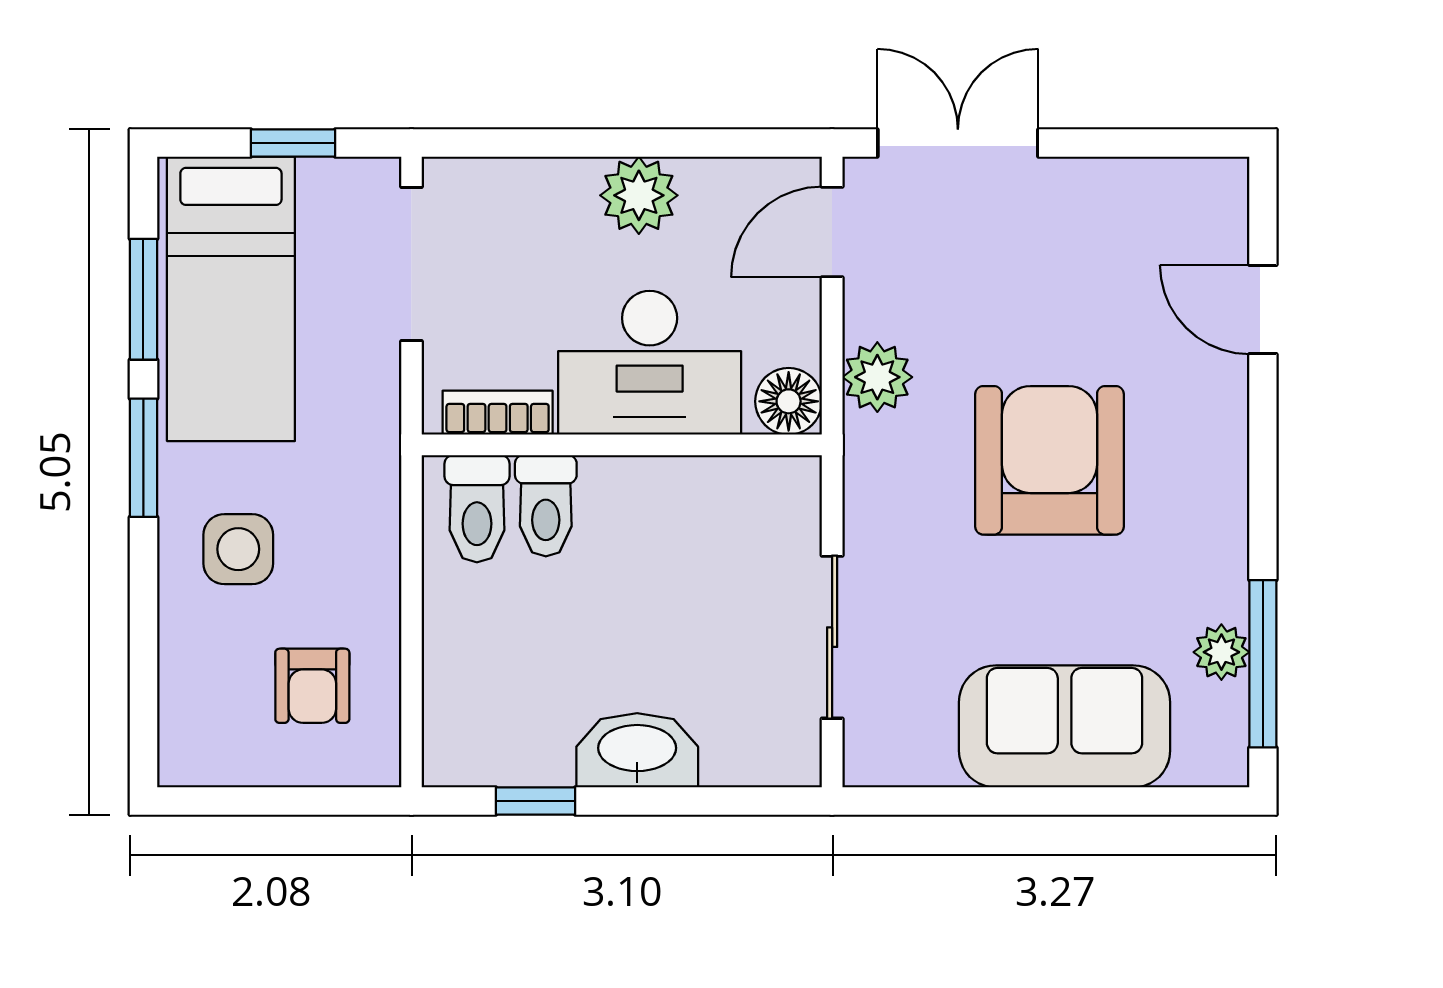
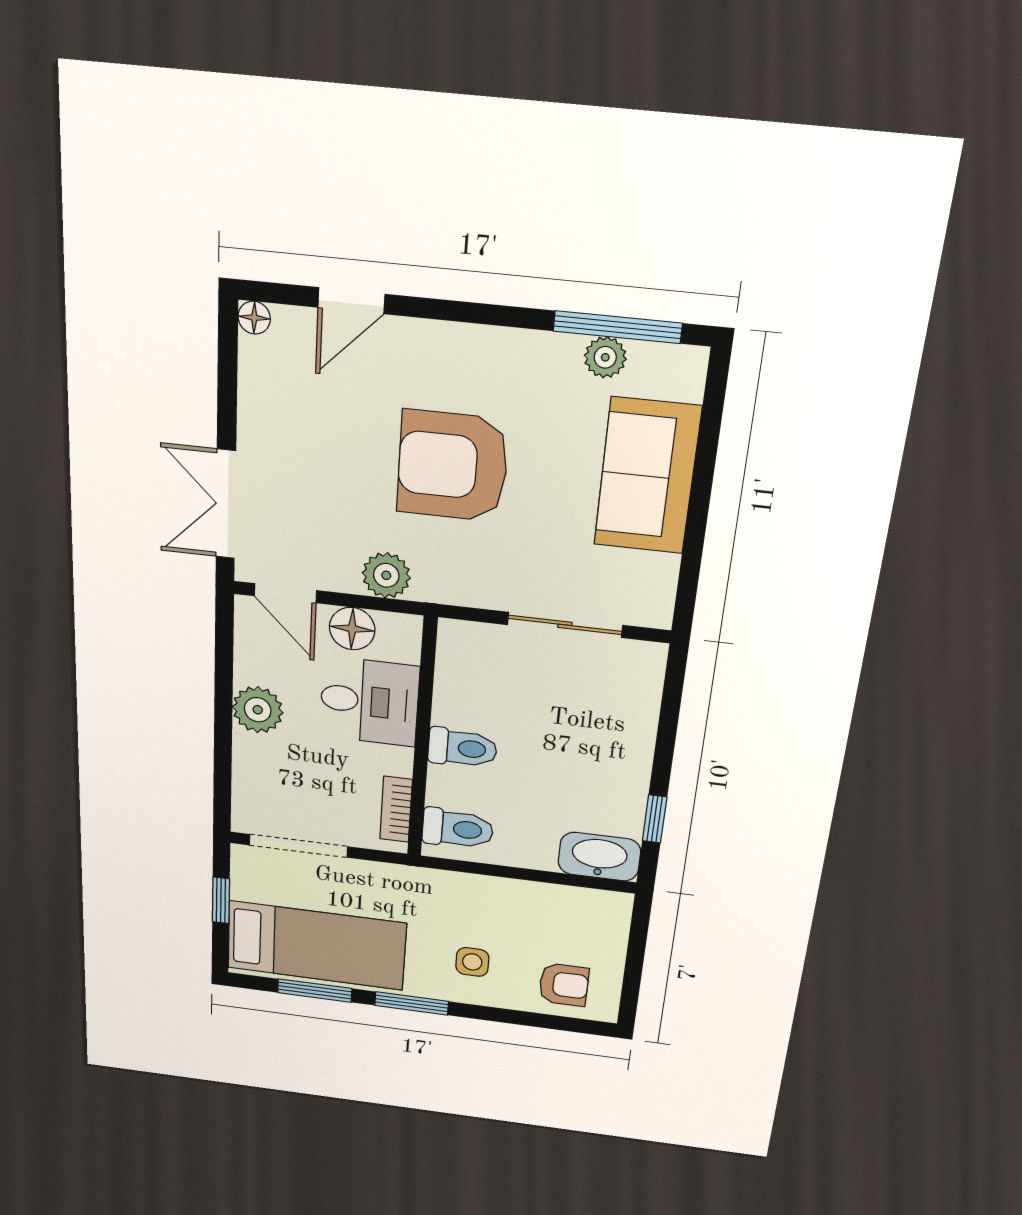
floor lamp: (1227, 179) -> (254, 318), added
desk: (650, 363) -> (369, 701), width x0.73
floor lamp: (789, 401) -> (352, 629), moved
toilet: (546, 506) -> (462, 748), moved
side table: (238, 549) -> (472, 962), width x0.73, depth x0.73
armchair: (312, 686) -> (564, 985), moved
washbasin: (637, 750) -> (599, 857), moved, turned 90

